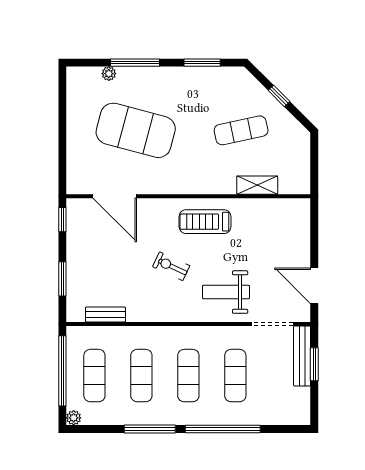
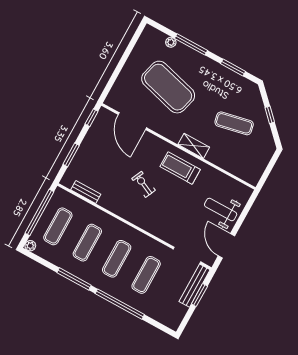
shelving: (257, 185) -> (194, 146), moved
weight bench: (226, 292) -> (221, 209), moved

